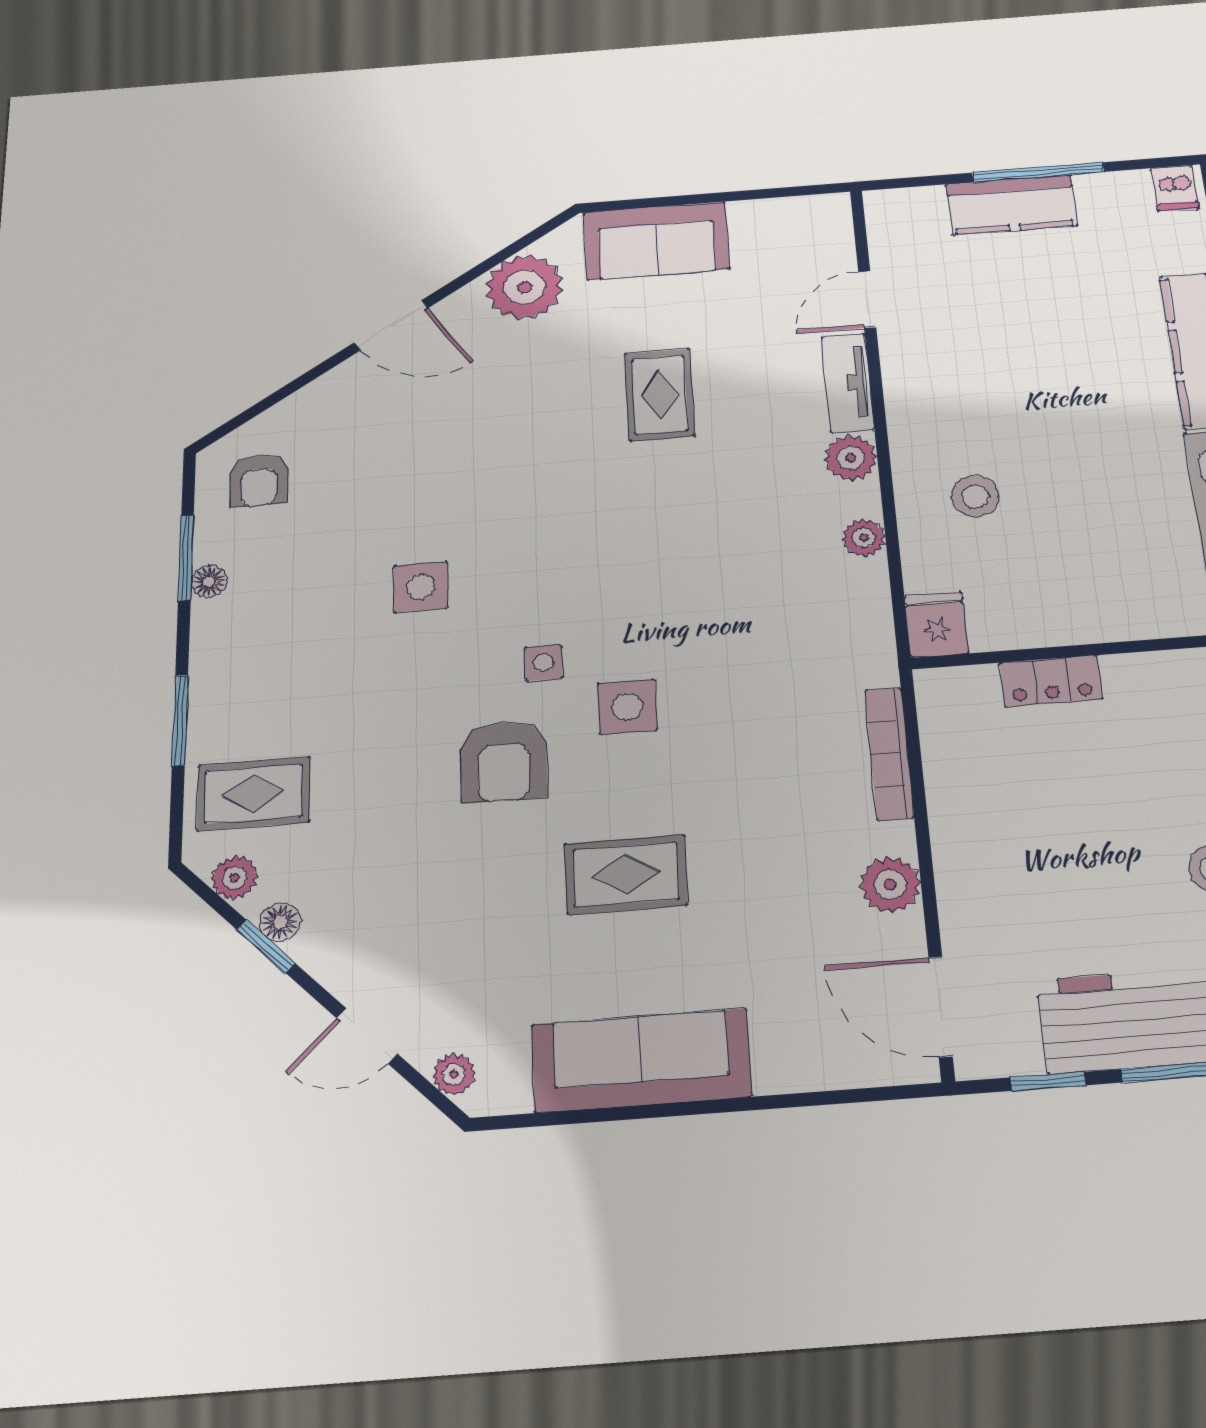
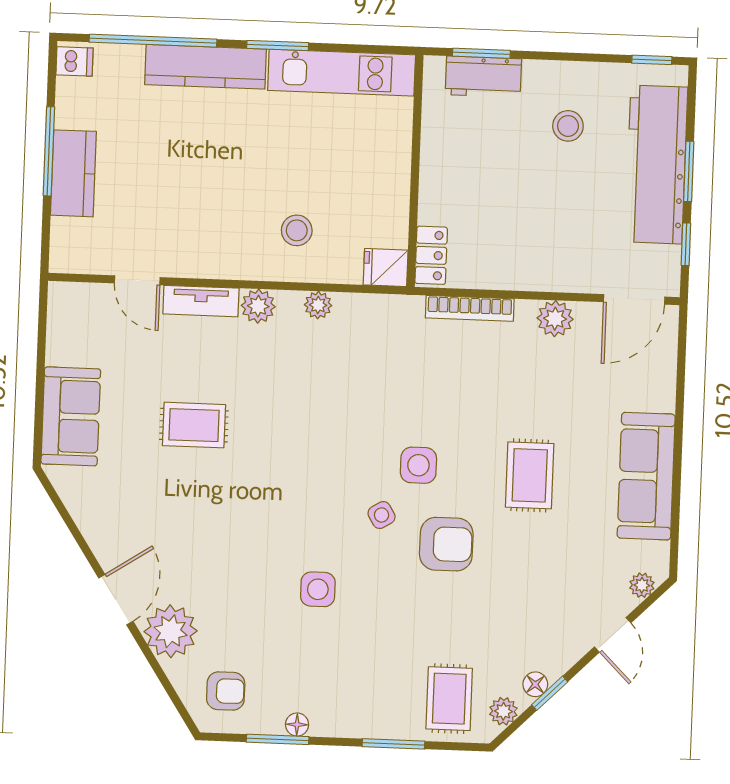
plant: (524, 287) -> (171, 631), moved
side table: (543, 663) -> (382, 515), turned -31
locker: (1051, 681) -> (431, 255), moved

